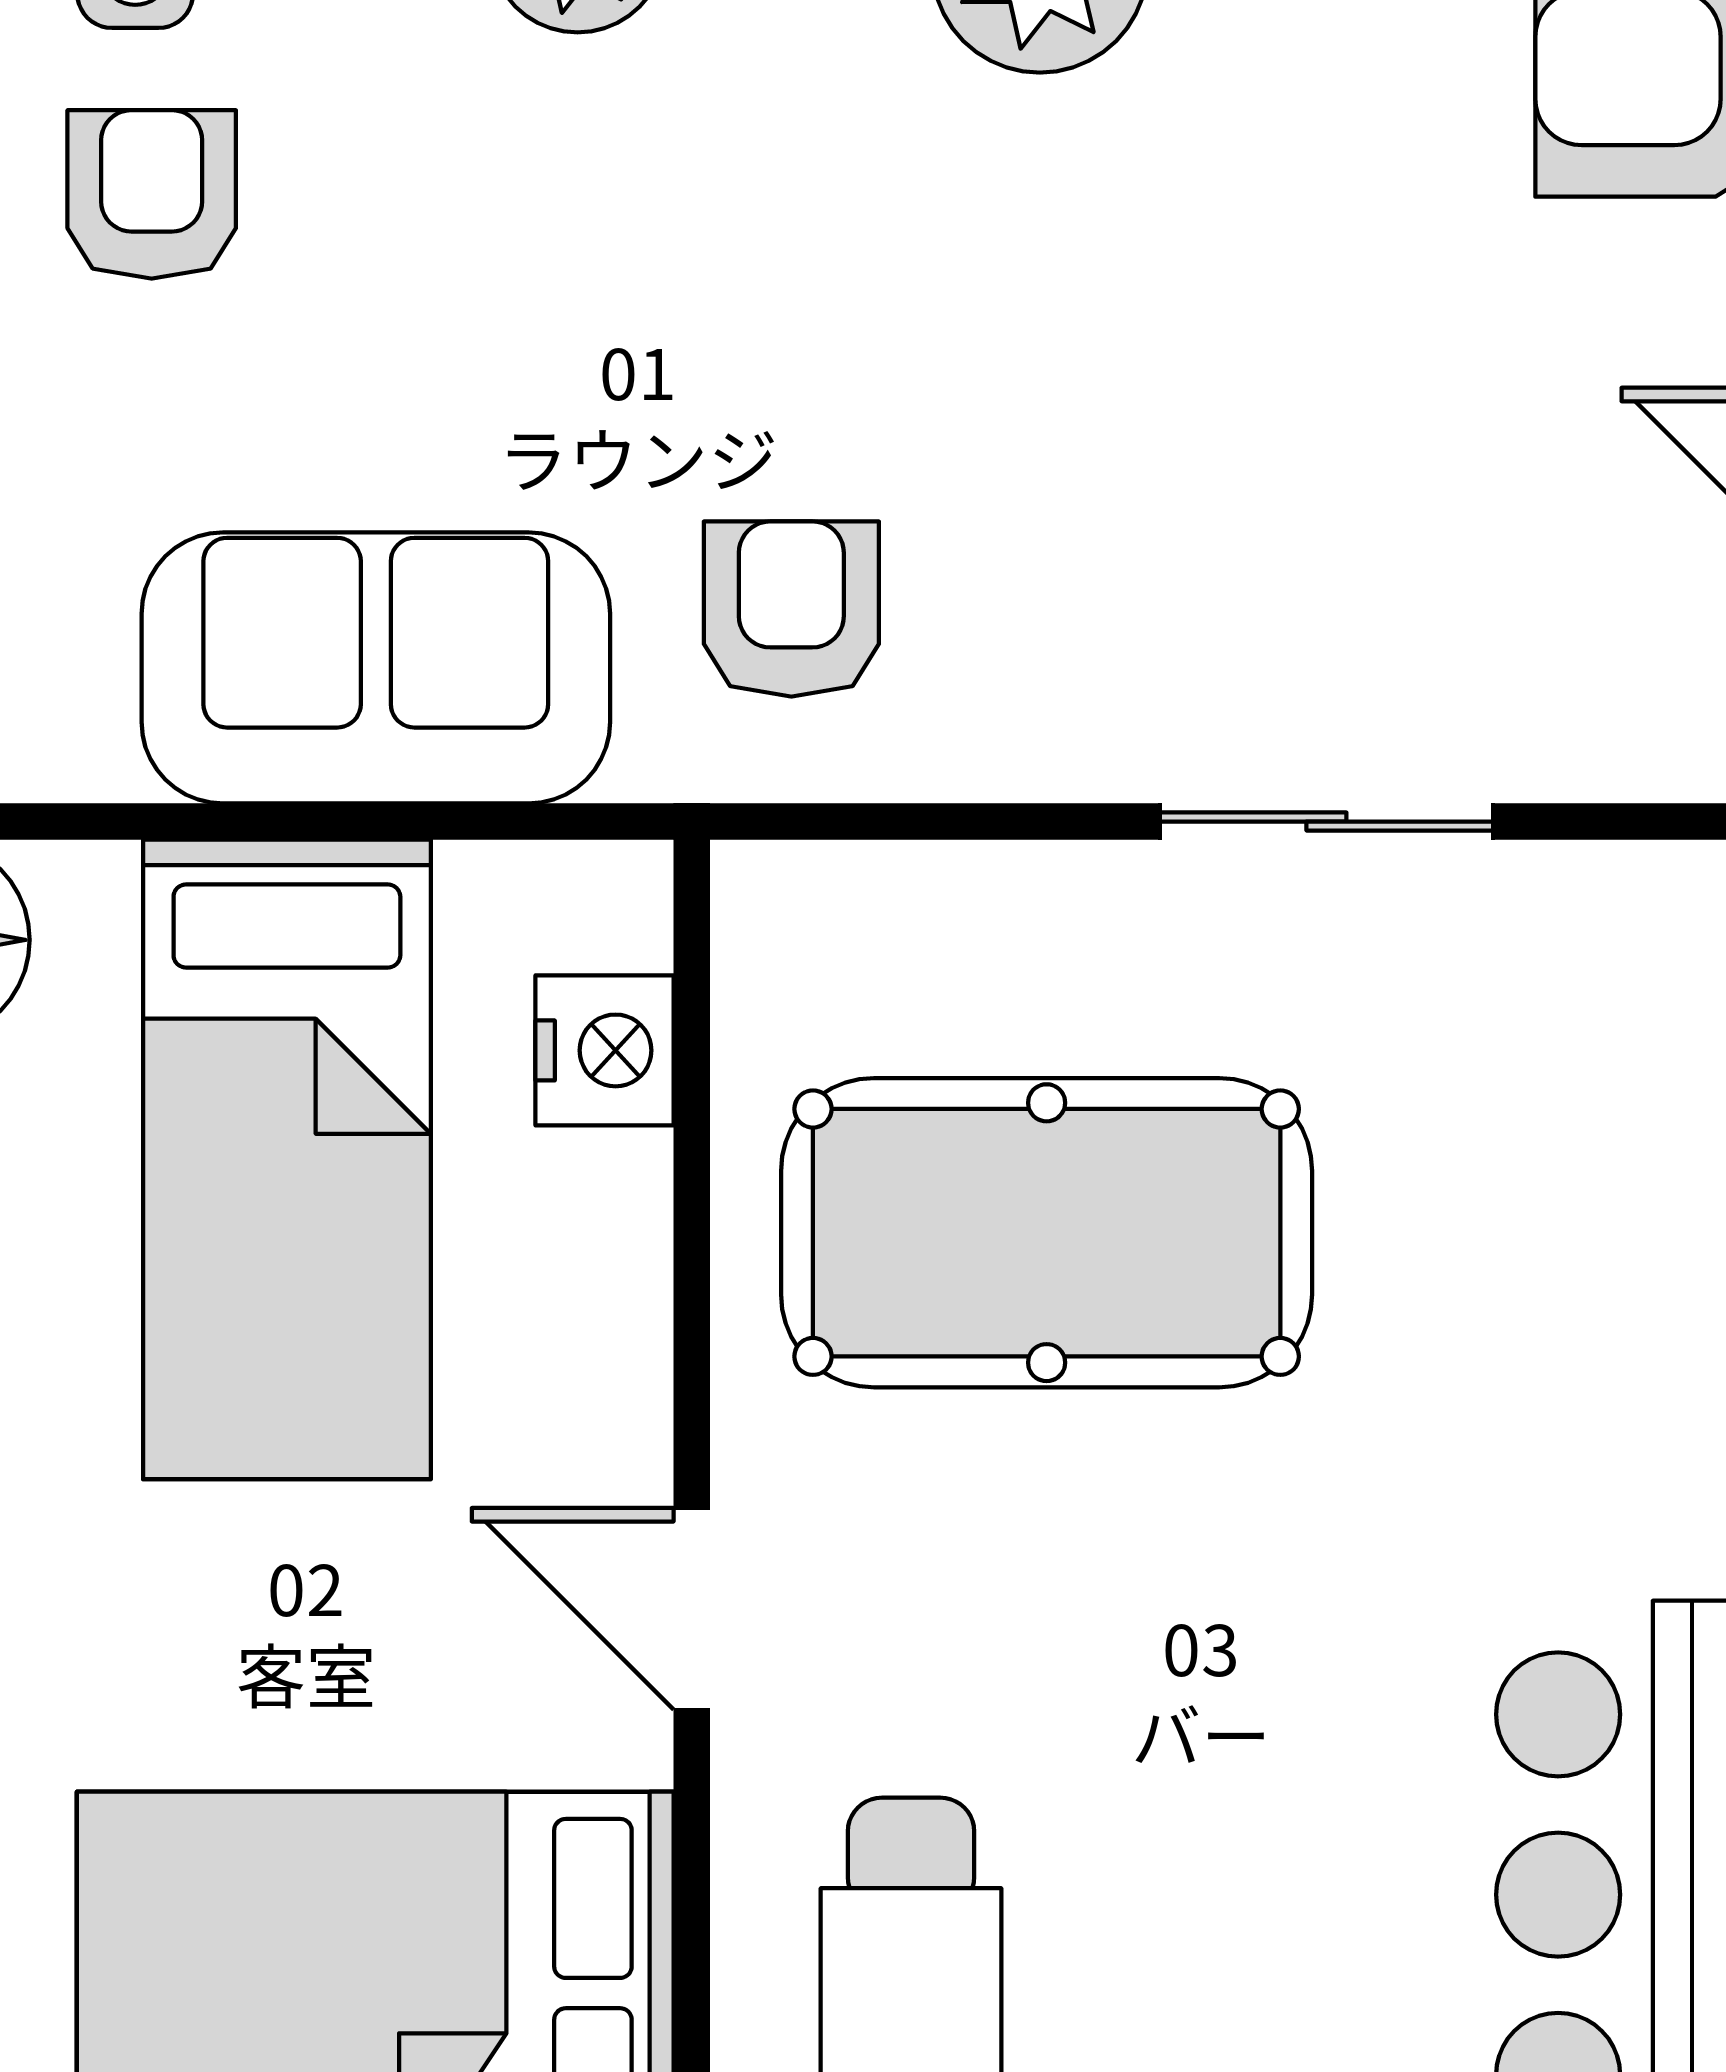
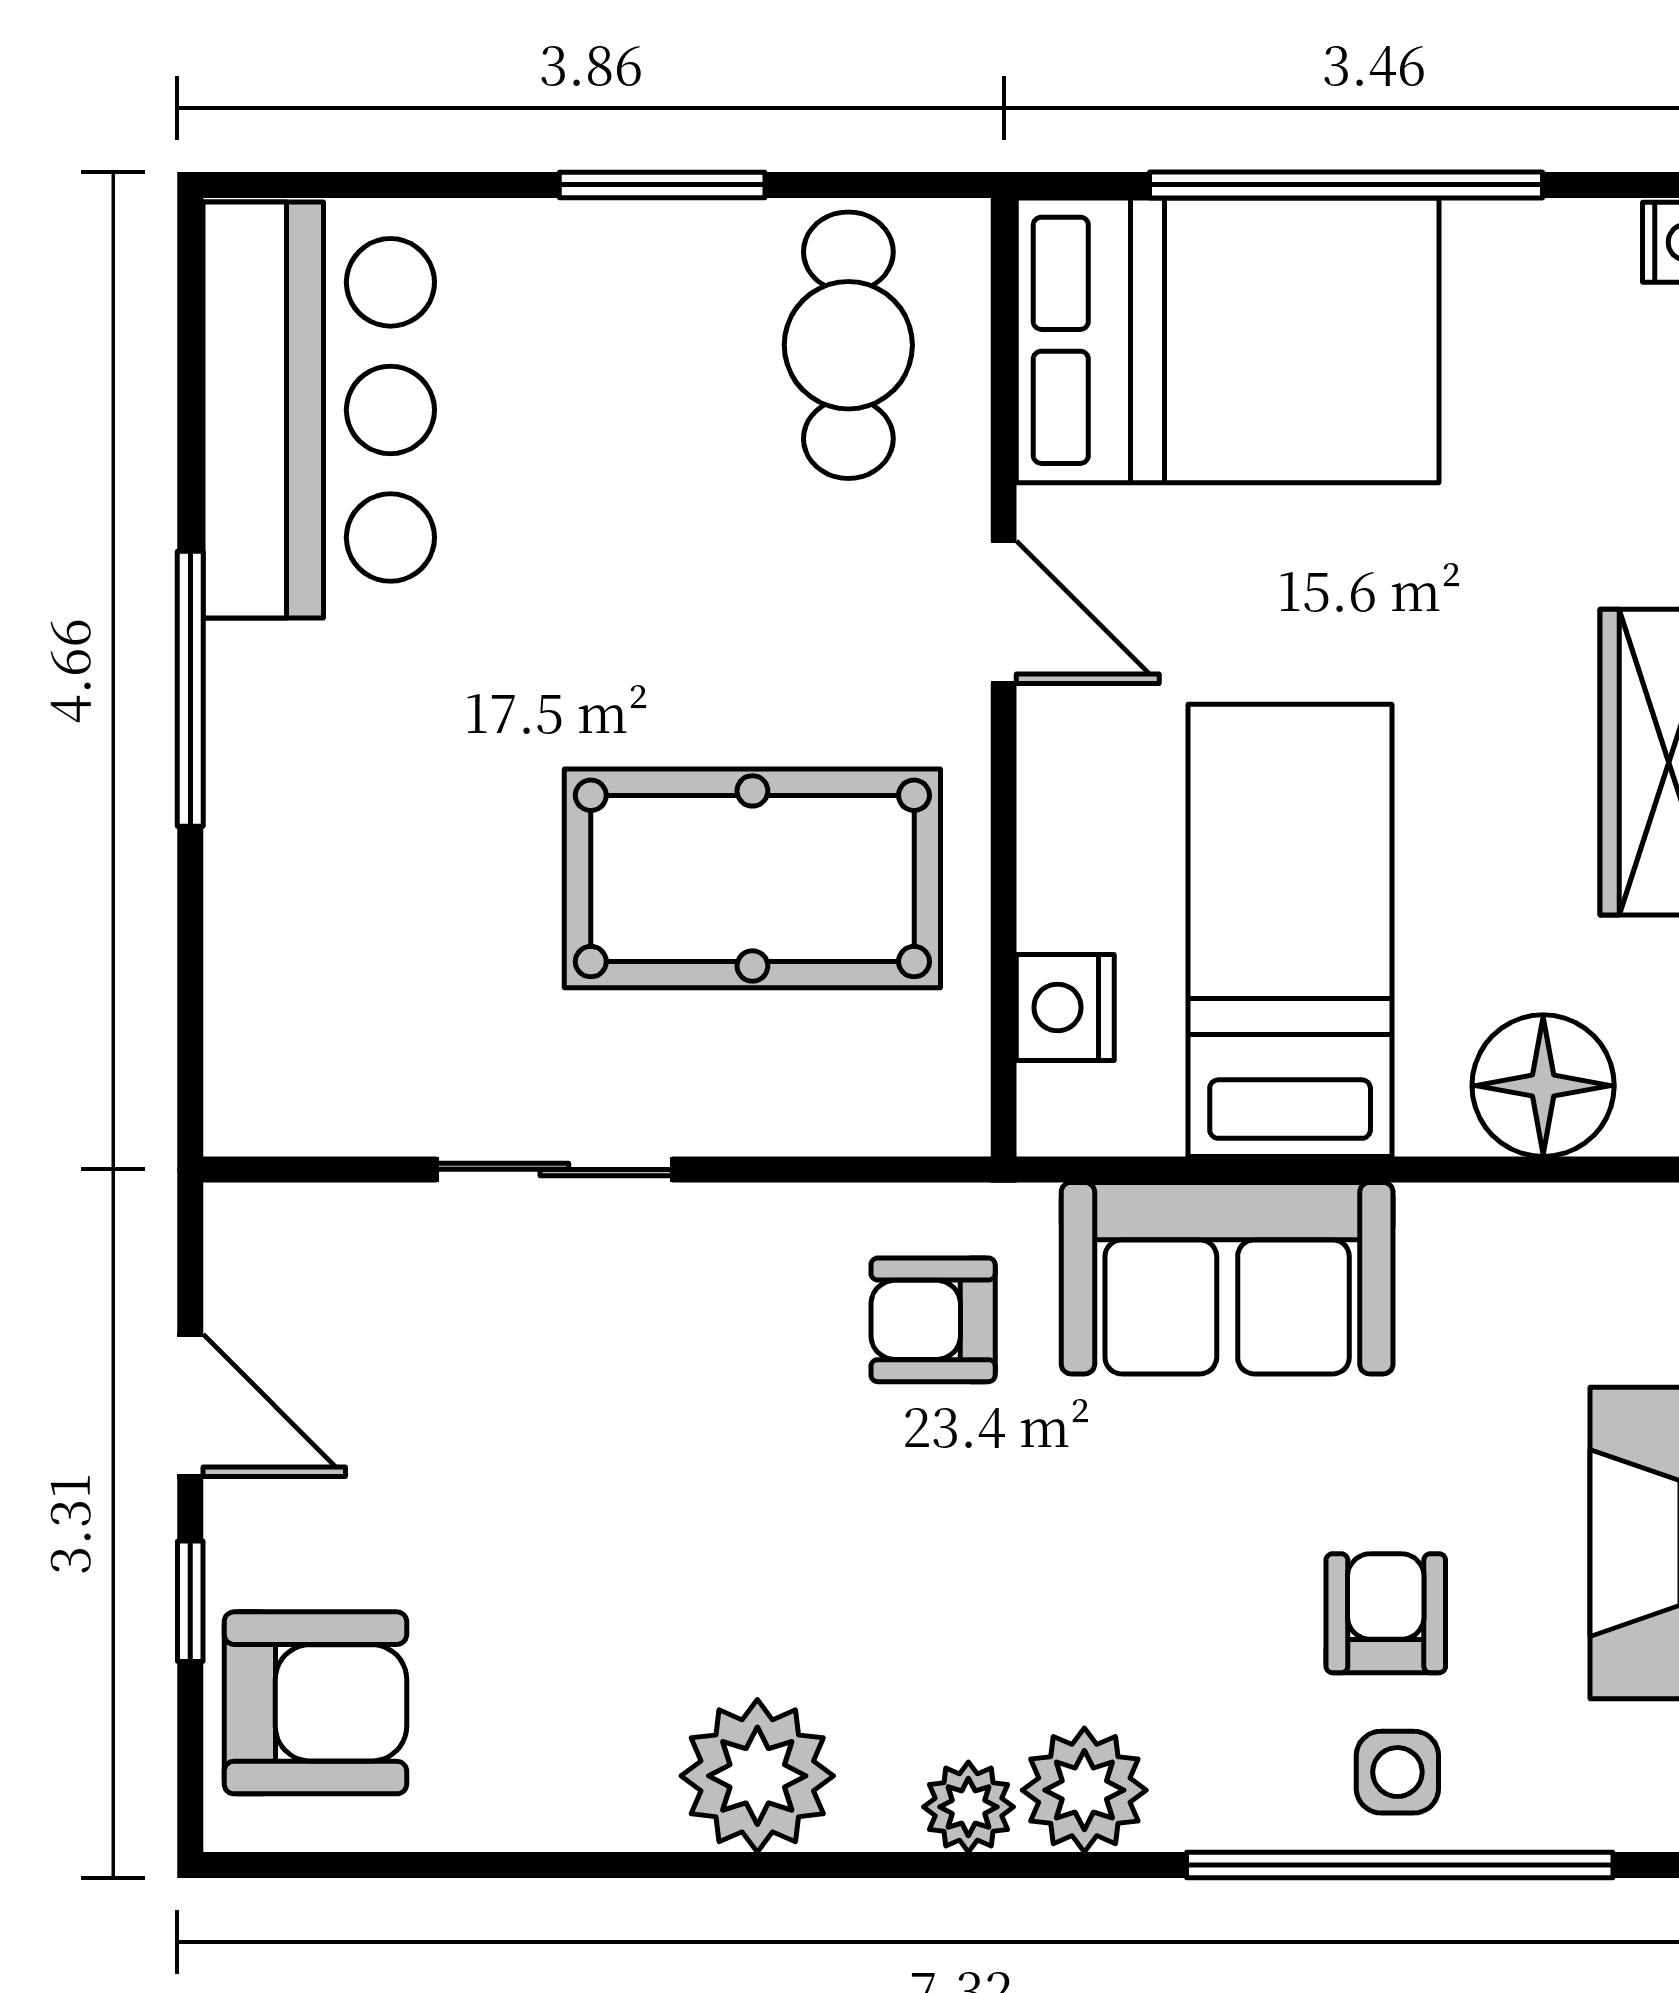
armchair: (152, 194) -> (1386, 1613), turned 180
armchair: (791, 609) -> (933, 1320), turned 90

